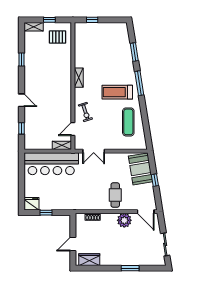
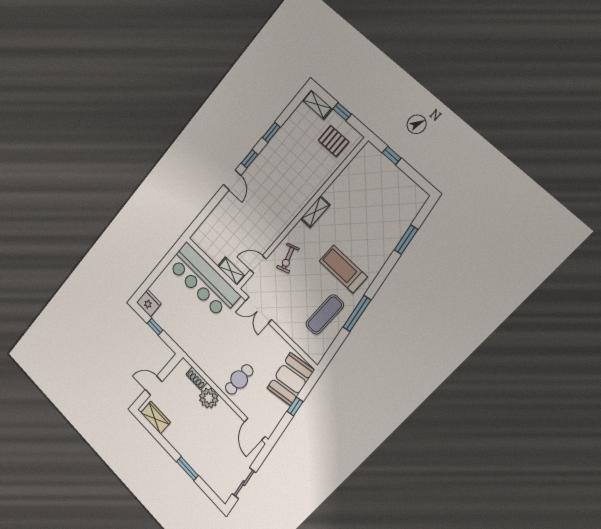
window: (139, 83) -> (357, 313), moved
window: (21, 128) -> (249, 159), moved
plant: (124, 220) -> (209, 398), moved

